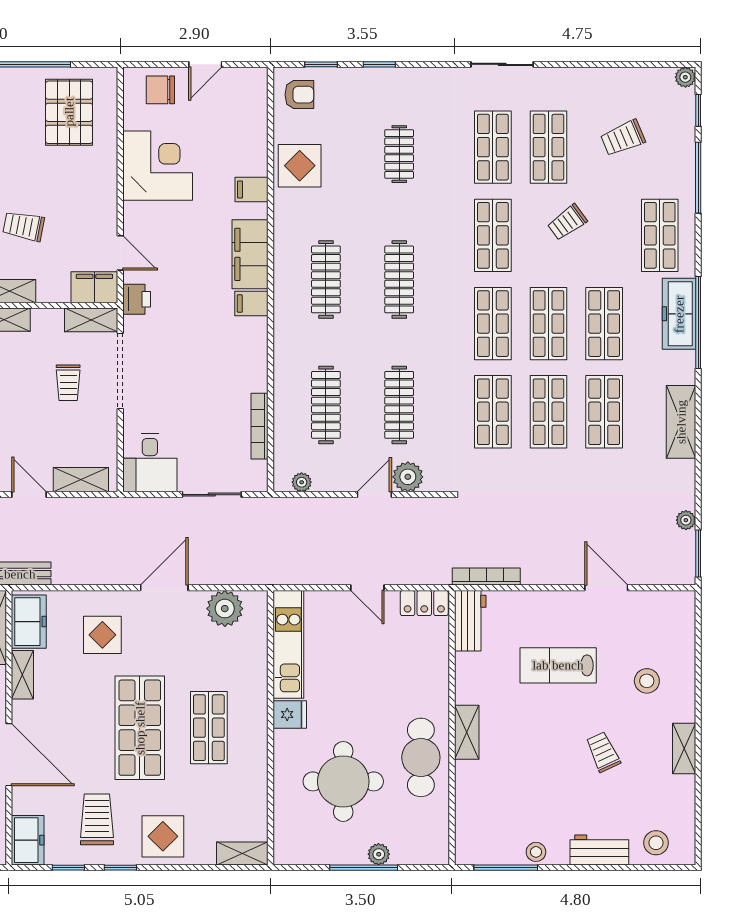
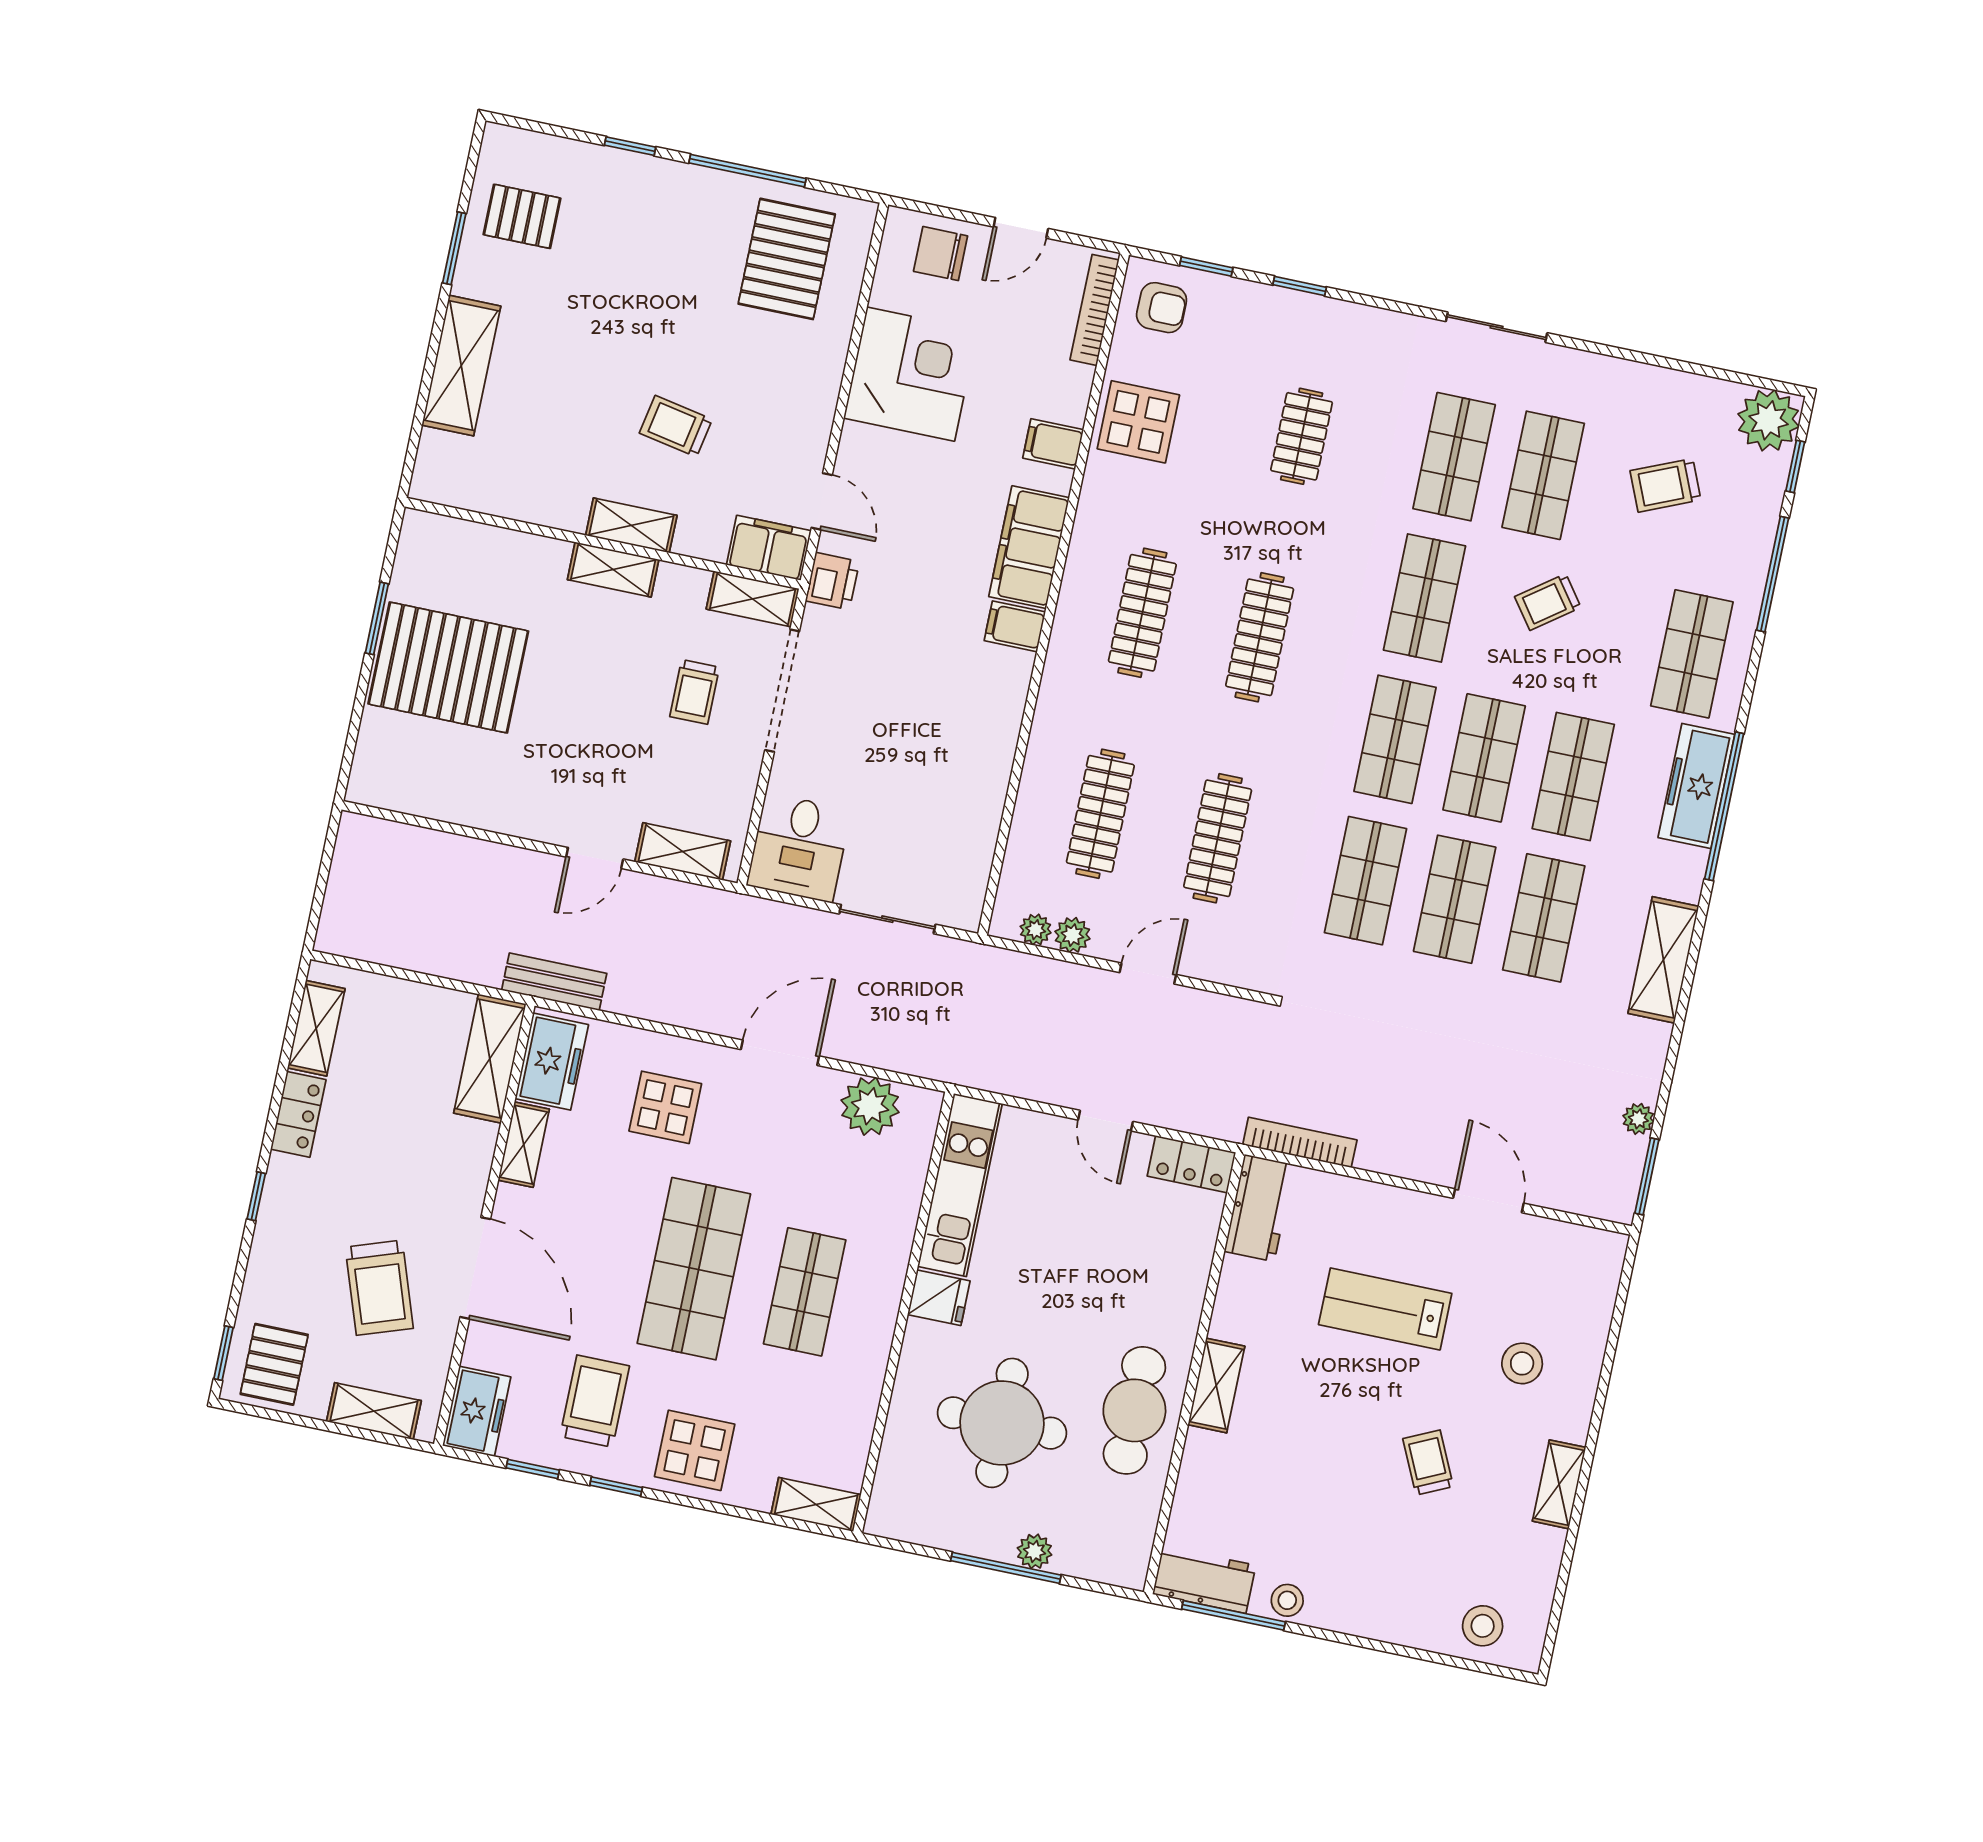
plant: (685, 77) -> (1769, 420), width x1.88, depth x1.88
bookcase: (260, 426) -> (1095, 310), moved
plant: (408, 477) -> (1072, 935), moved, width x0.73, depth x0.73
door: (29, 495) -> (595, 858), swing flipped
workbench: (599, 850) -> (1204, 1580), moved

